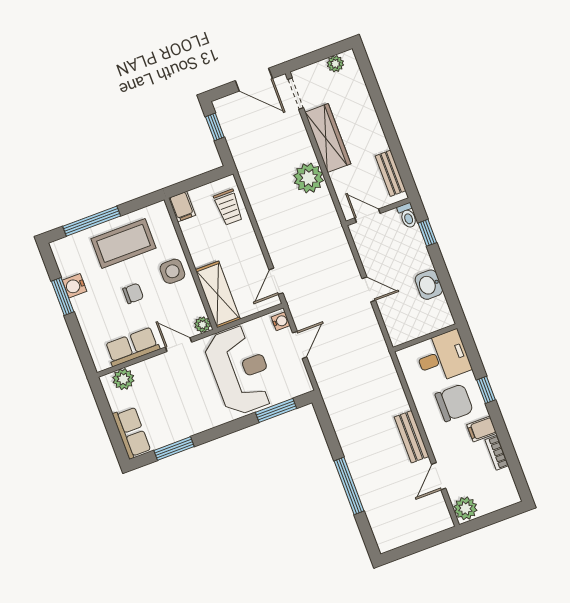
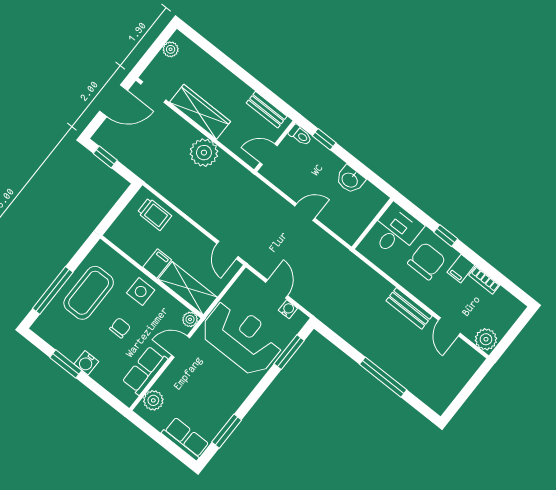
filing cabinet: (182, 207) -> (157, 263), moved, turned -90
water cooler: (74, 286) -> (86, 363), moved
water cooler: (281, 321) -> (288, 309), moved

